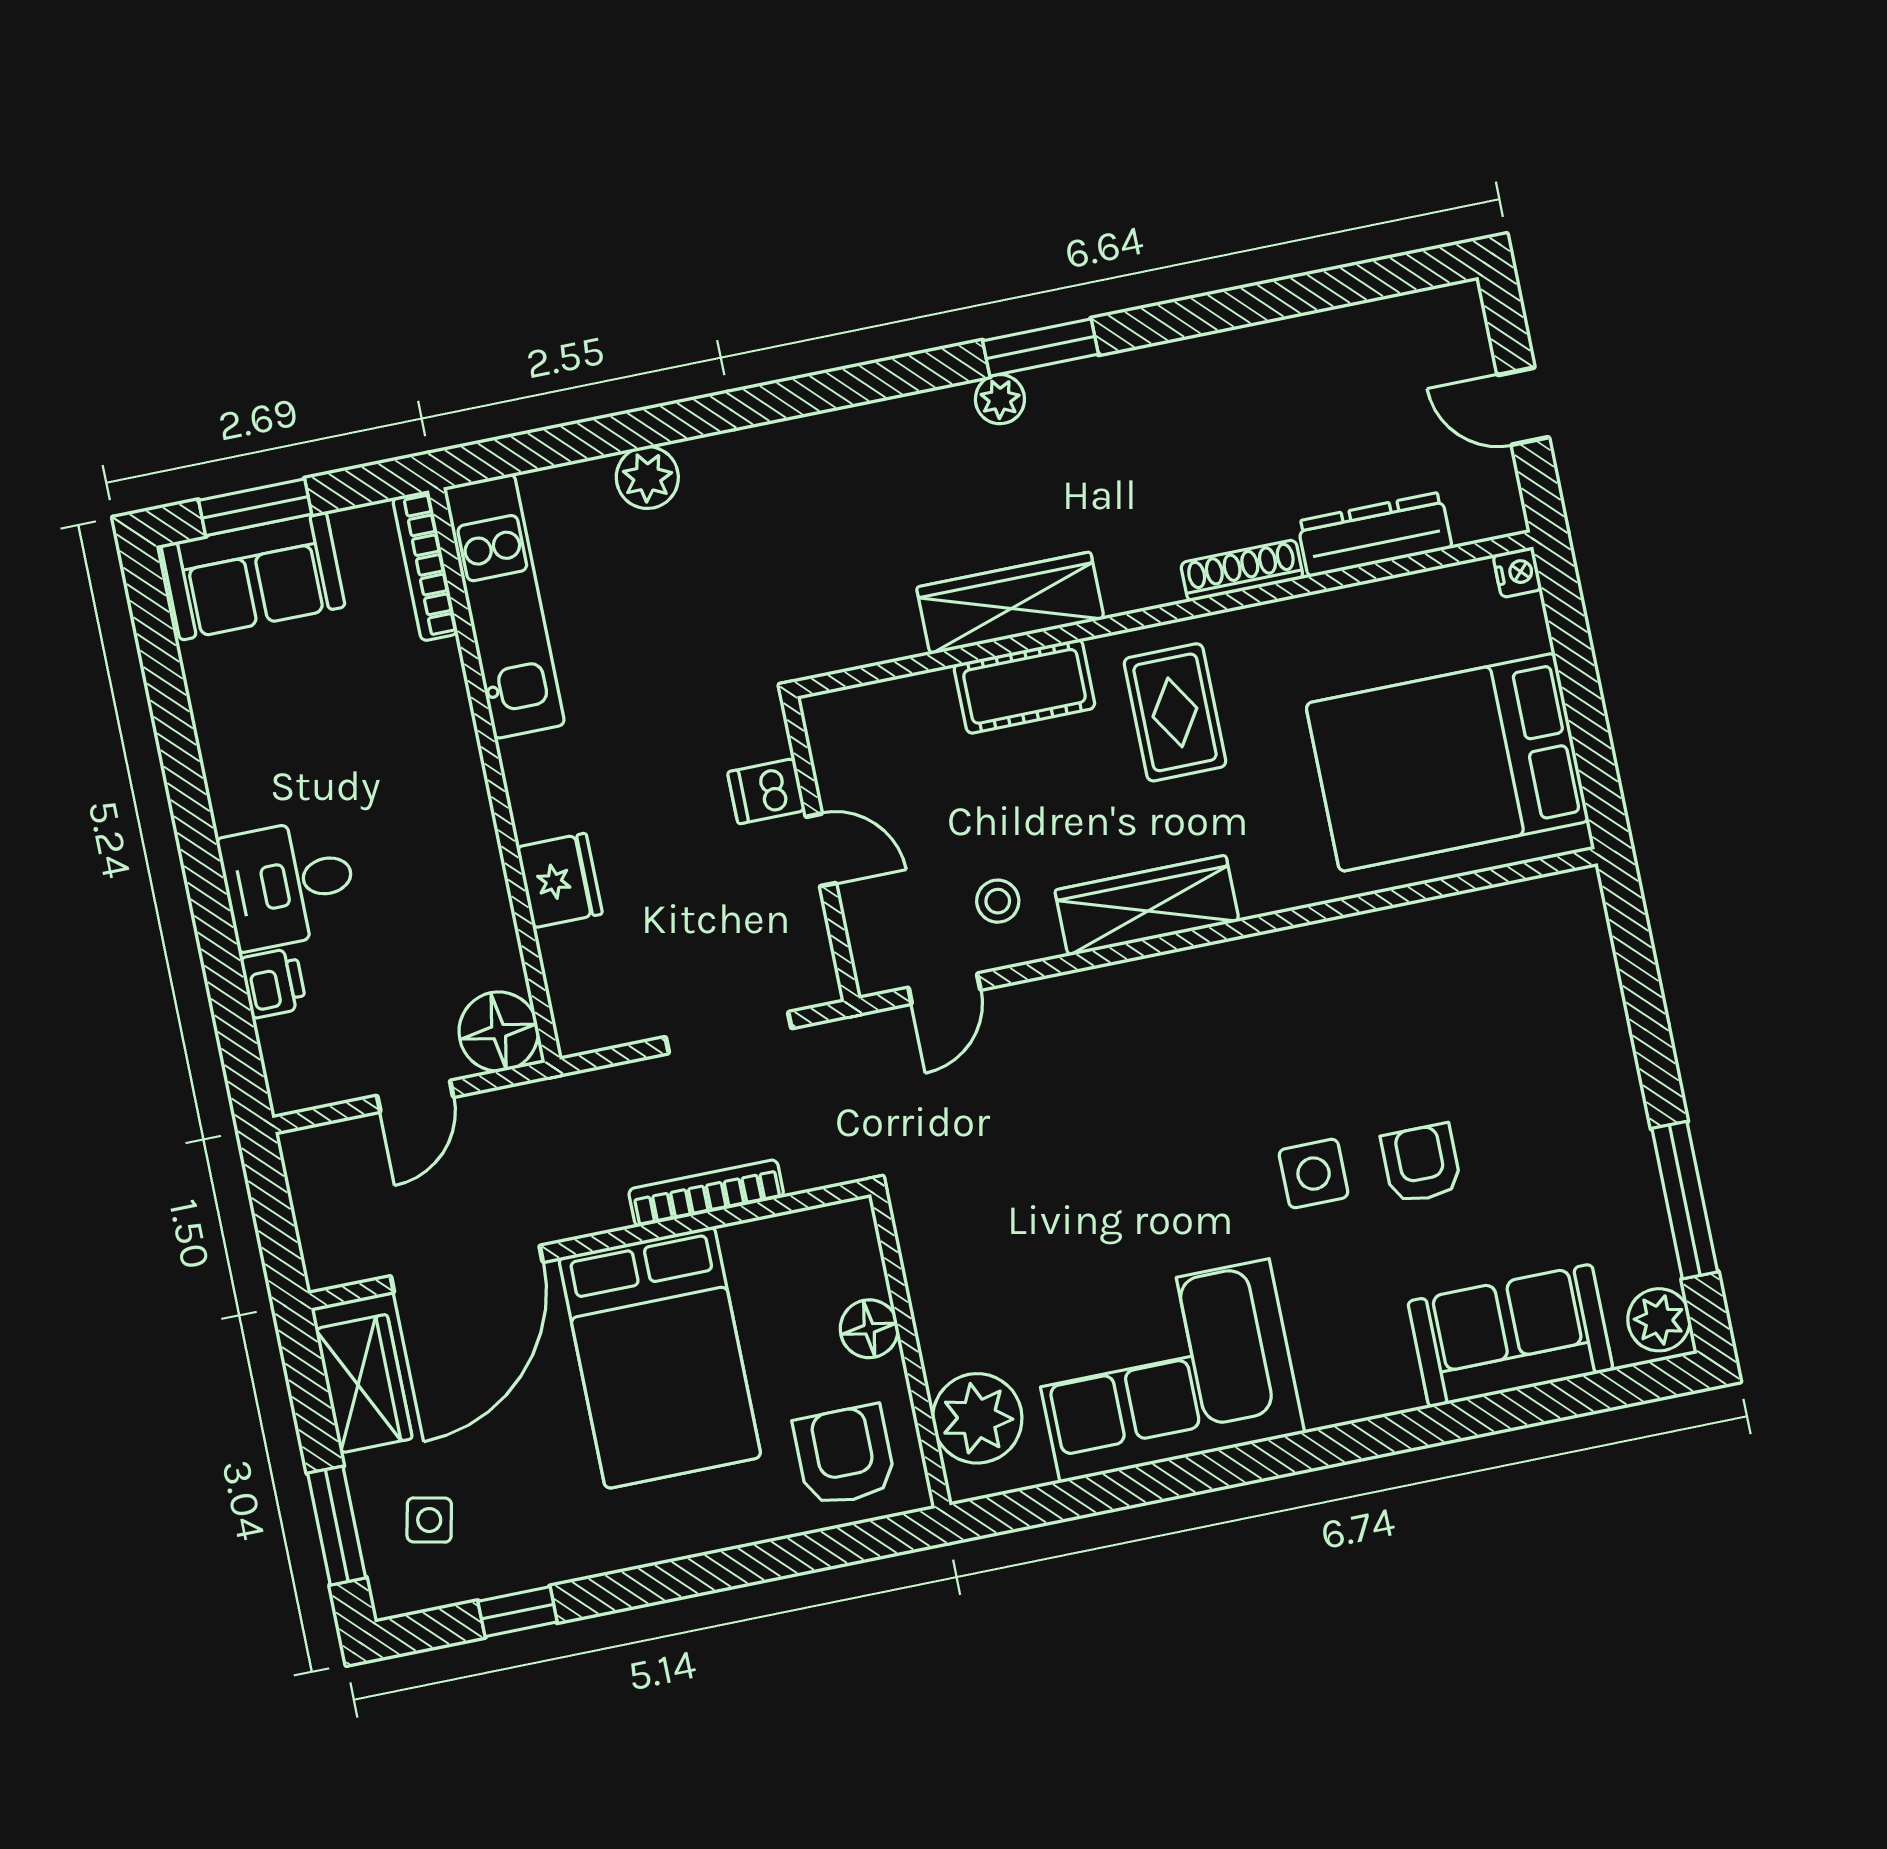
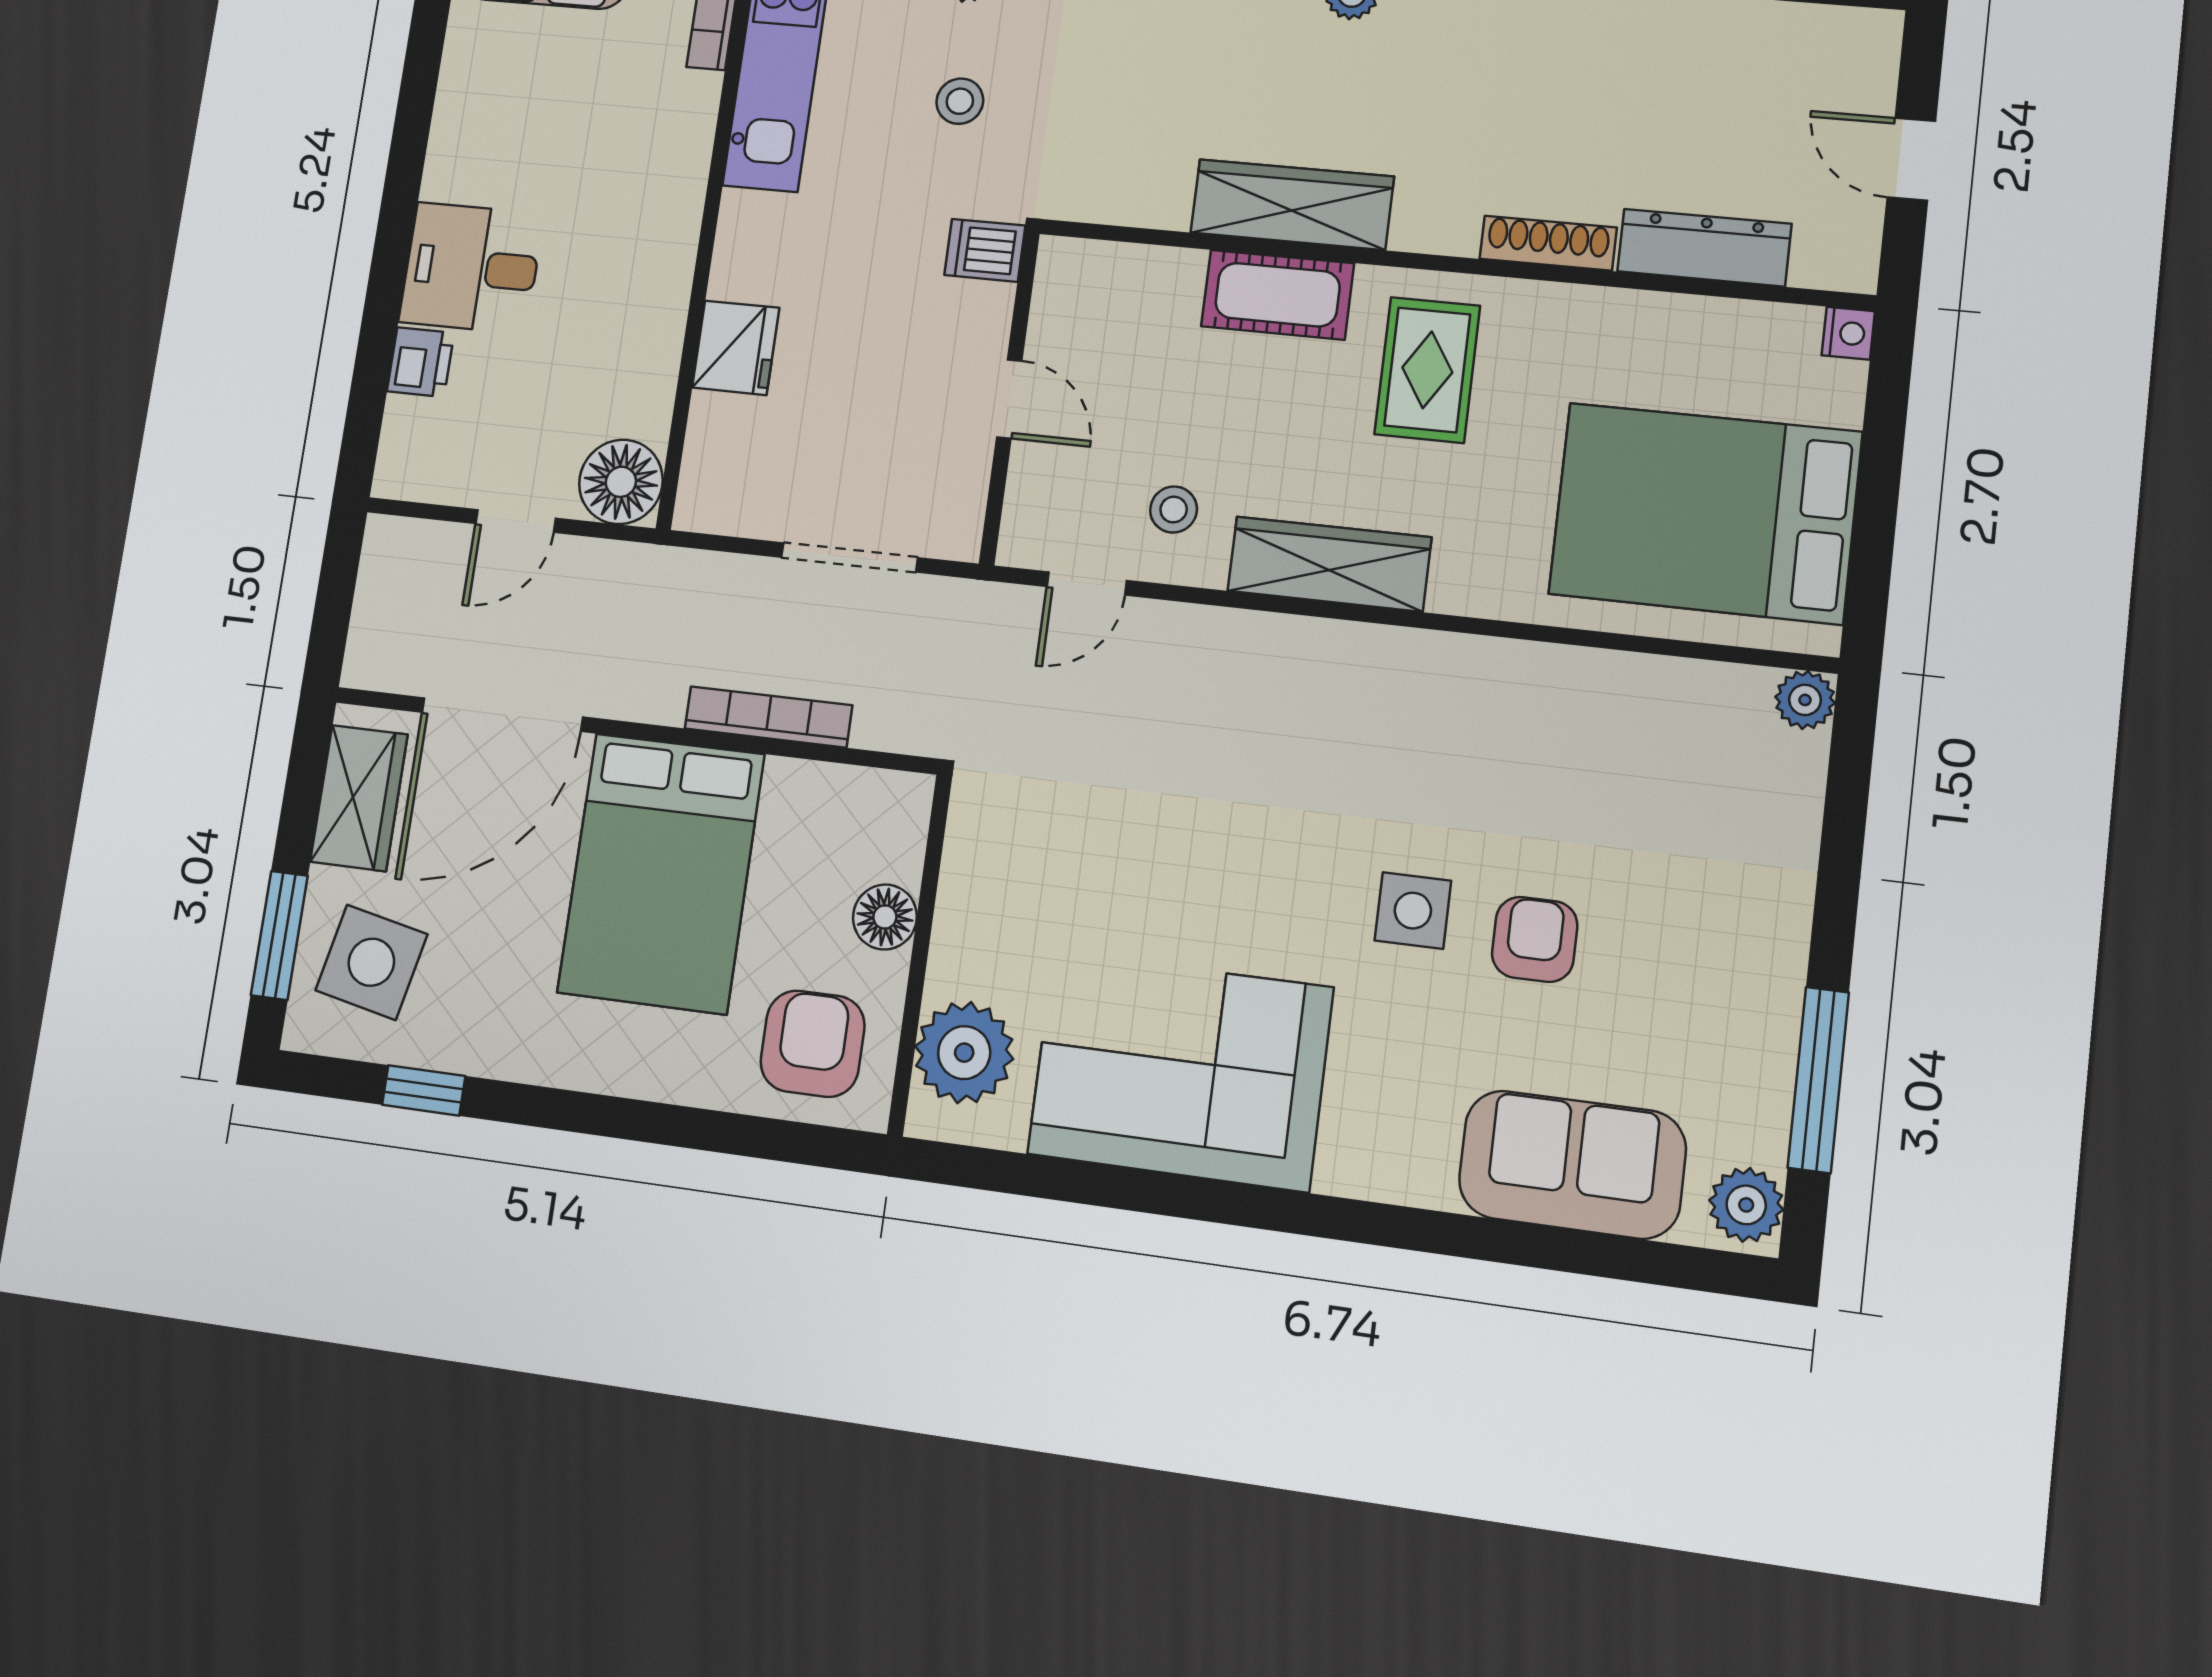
stool: (683, 599) -> (960, 101), added
dishwasher: (766, 791) -> (985, 250), moved
plant: (1578, 893) -> (1805, 700), added
side table: (429, 1520) -> (371, 962), width x1.87, depth x1.87

